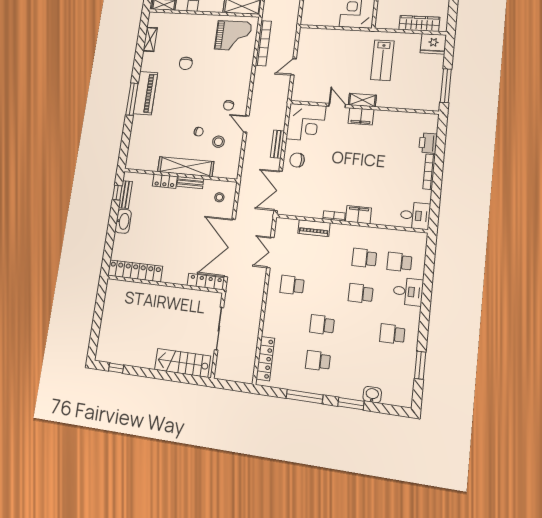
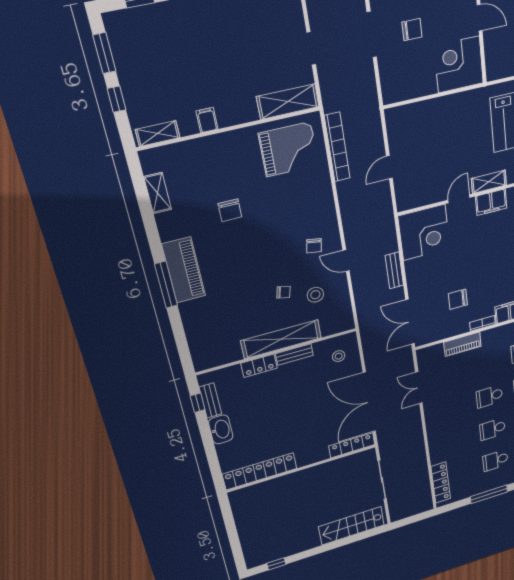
door: (337, 105) -> (459, 199), hinge flipped
chair: (297, 160) -> (458, 299), moved
school desk: (292, 285) -> (489, 396), moved

